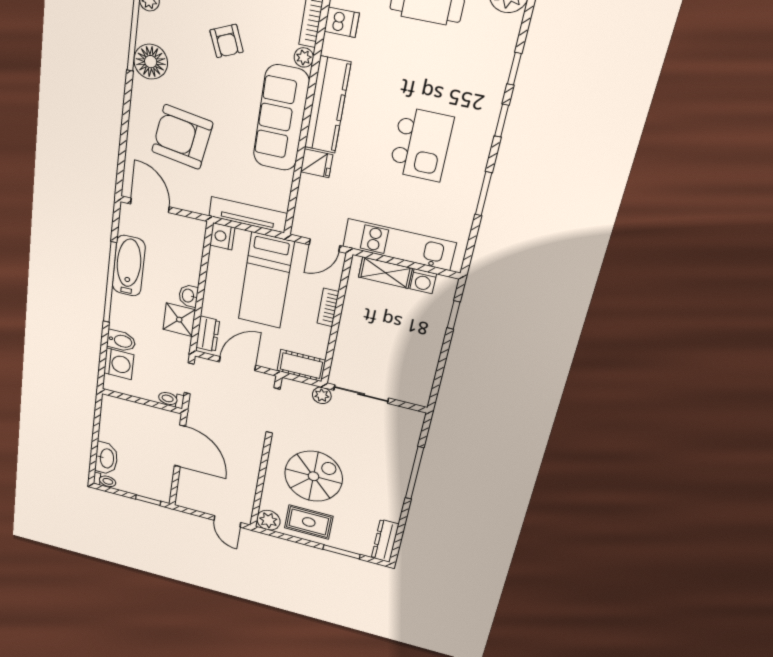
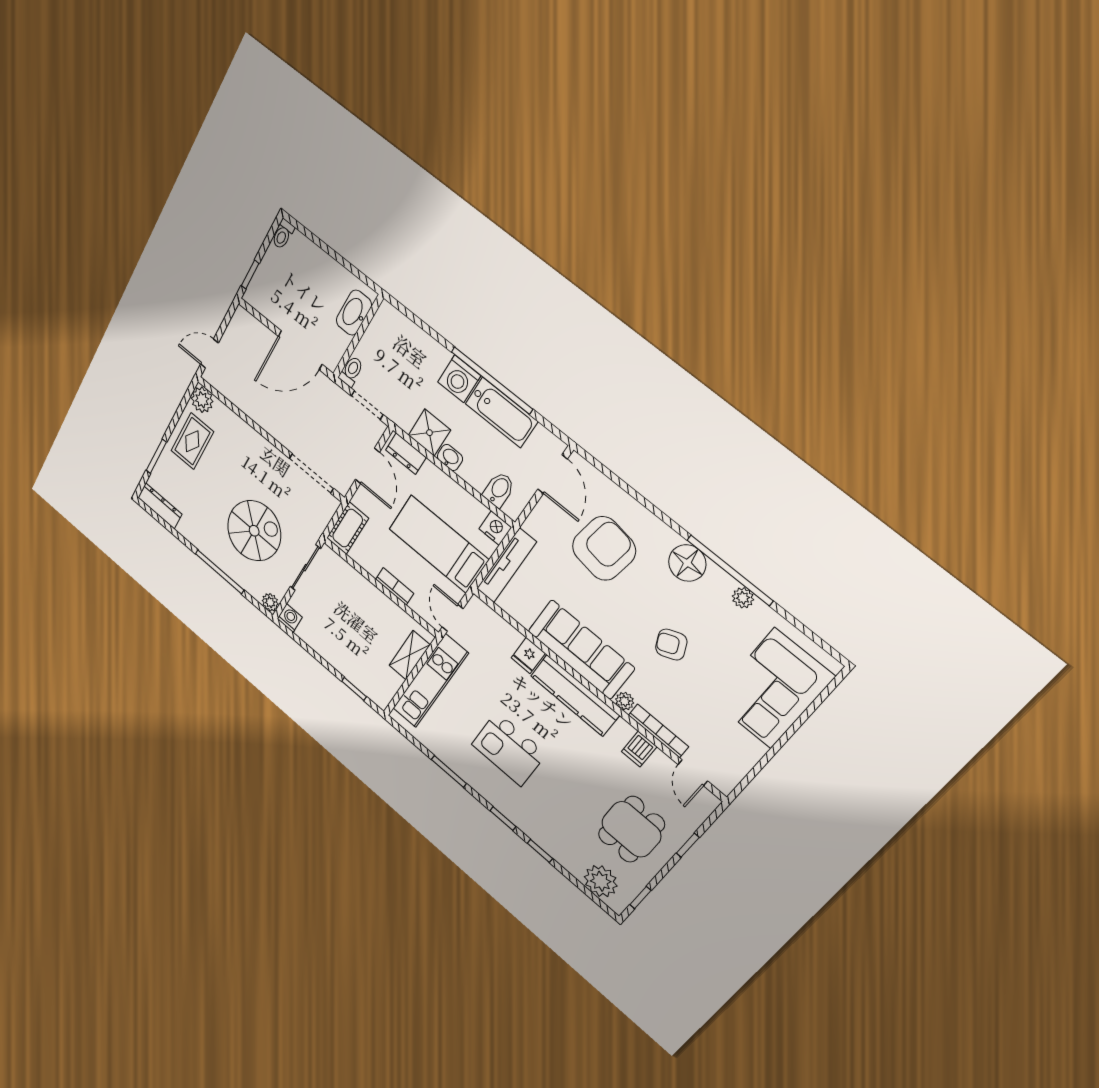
door: (150, 205) -> (553, 474), hinge flipped
washing machine: (423, 281) -> (290, 618), moved, turned 90
bidet: (121, 341) -> (499, 490), moved, turned 180
washing machine: (119, 364) -> (459, 379), moved
plant: (322, 395) -> (270, 602), moved
washbasin: (106, 458) -> (354, 313), moved, turned 90
spiral stairs: (314, 476) -> (254, 531), moved, turned -90

